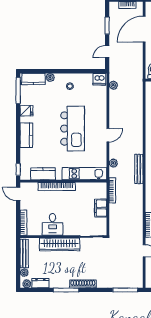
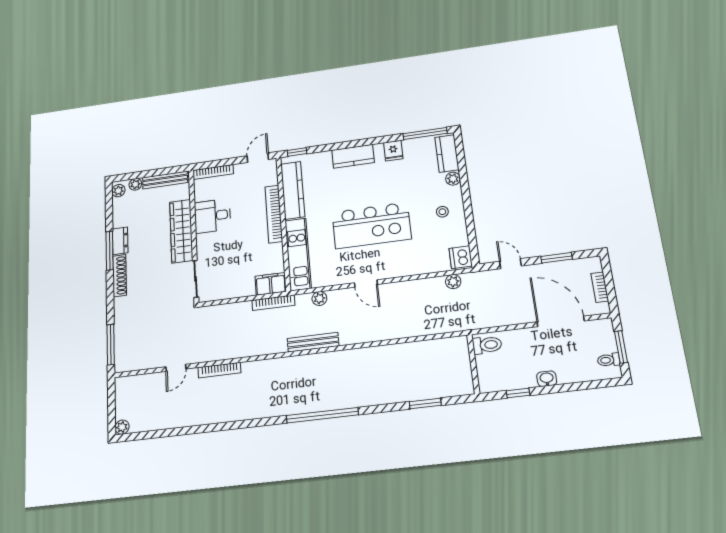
kitchen counter: (43, 174) -> (293, 190), width x1.50
filing cabinet: (101, 208) -> (271, 284), moved
dresser: (40, 283) -> (120, 241), moved

